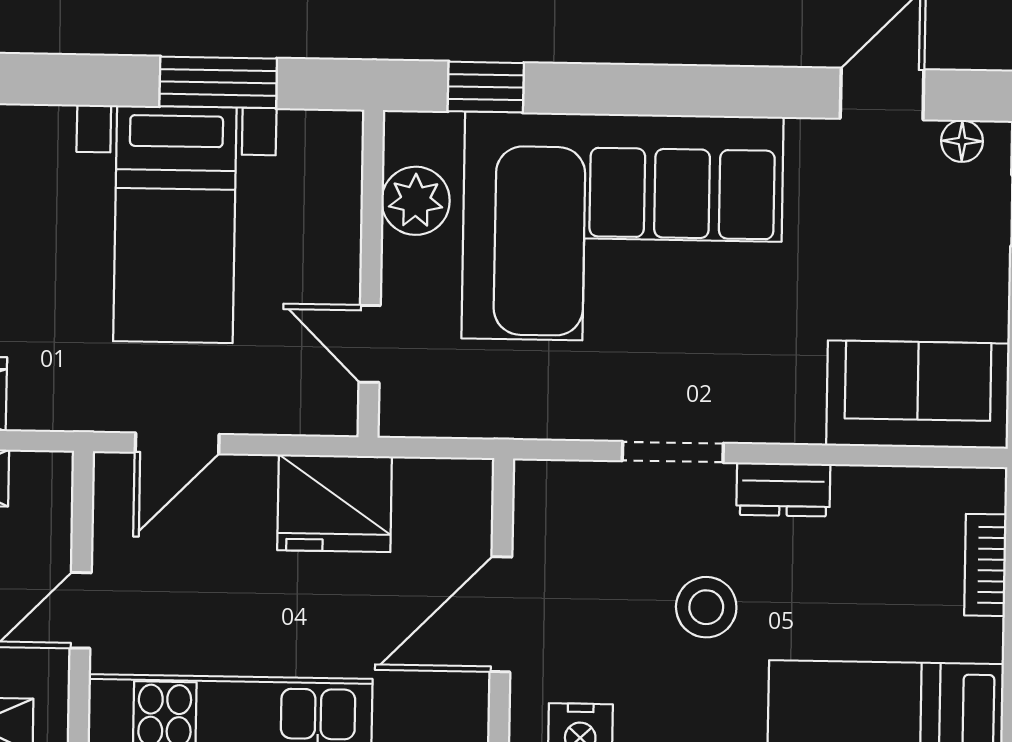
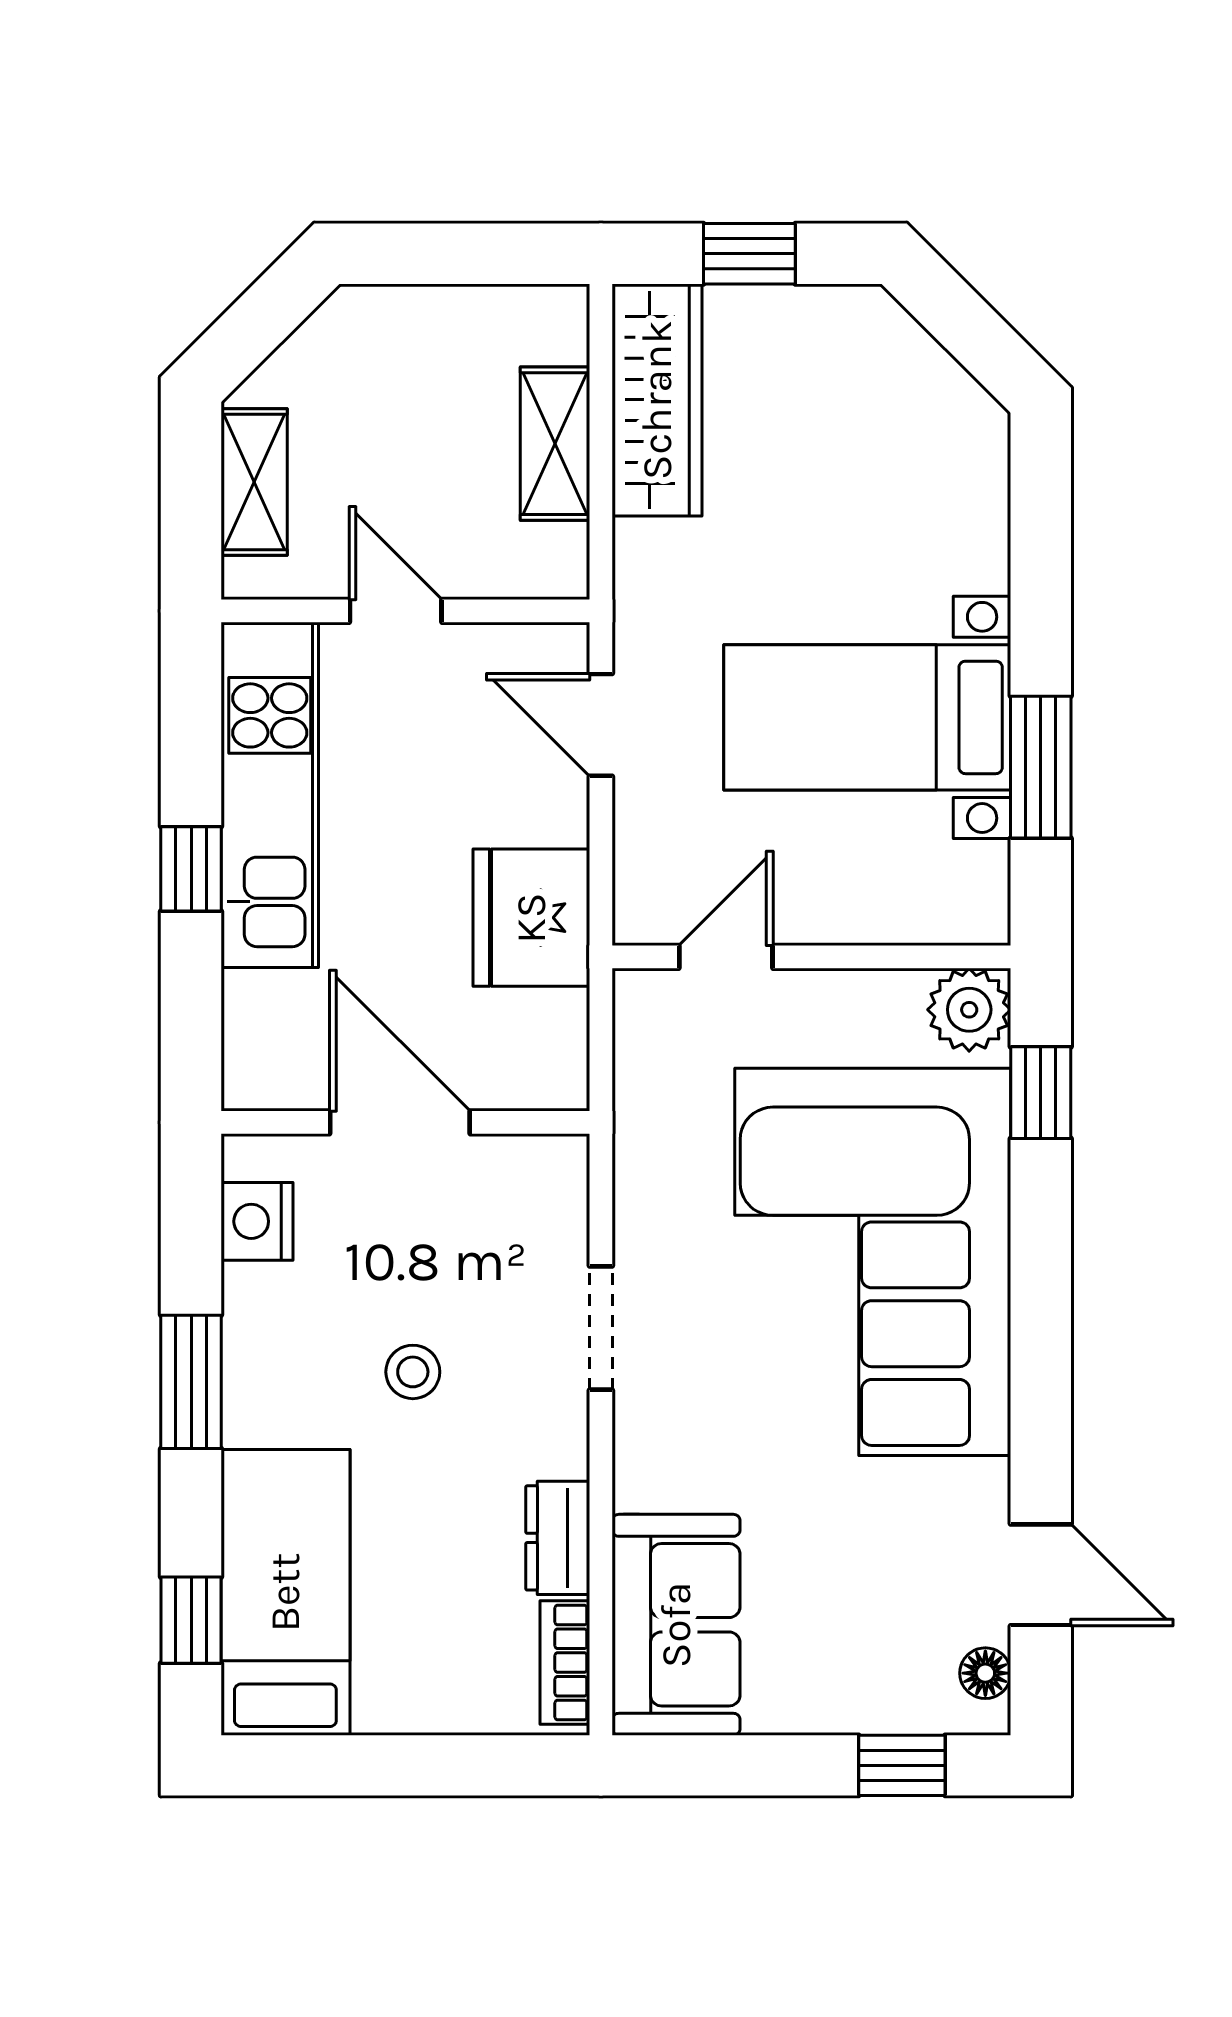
plant: (416, 201) -> (969, 1010), moved
dresser: (783, 489) -> (558, 1538), moved
bookcase: (985, 565) -> (565, 1663), moved, turned -90
stool: (706, 607) -> (413, 1372), width x0.73, depth x0.73

